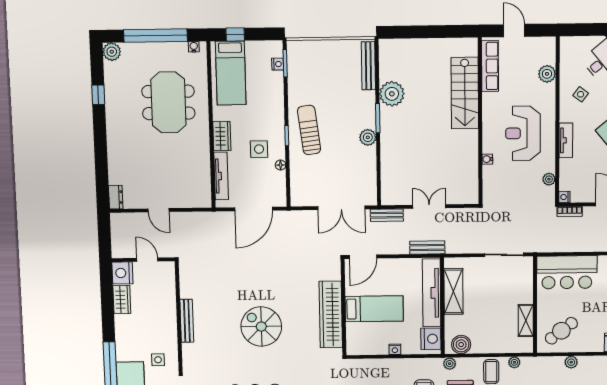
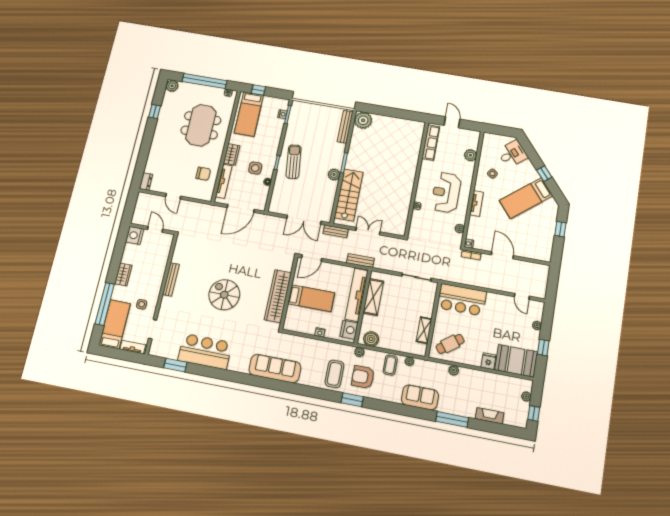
stairs: (465, 93) -> (349, 195), moved, turned 180
plant: (392, 94) -> (363, 120), moved
chair: (190, 171) -> (203, 174), added
wardrobe: (122, 299) -> (123, 274), moved

